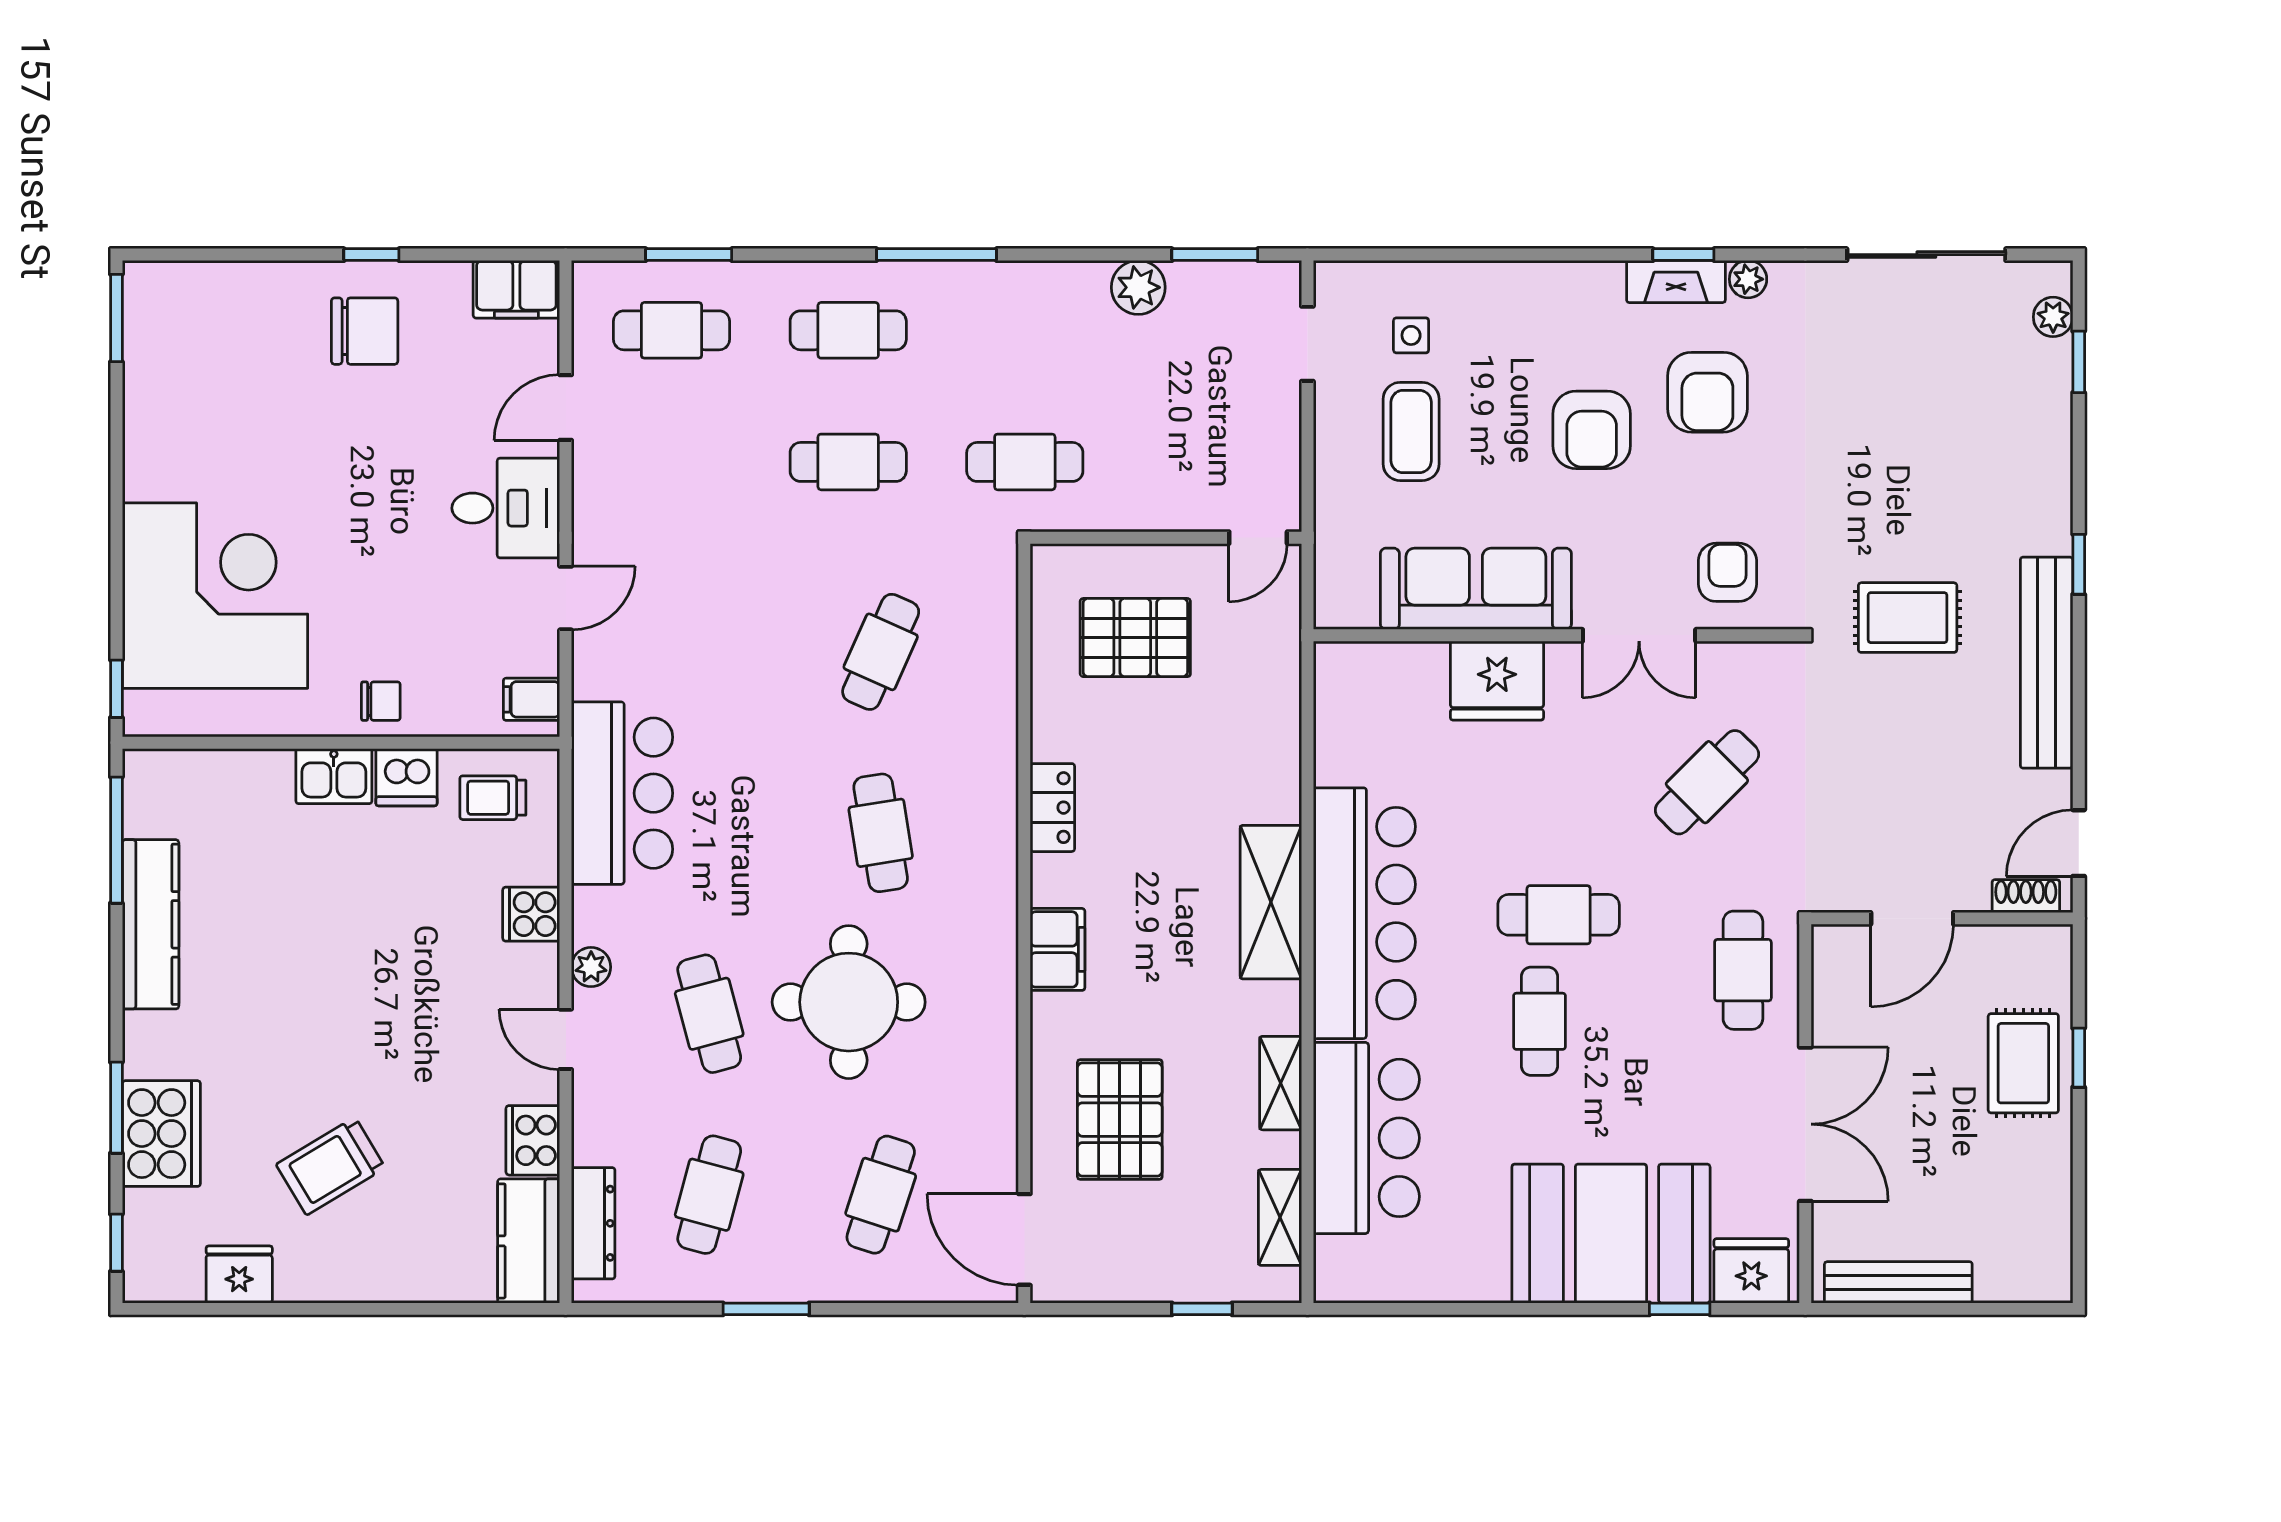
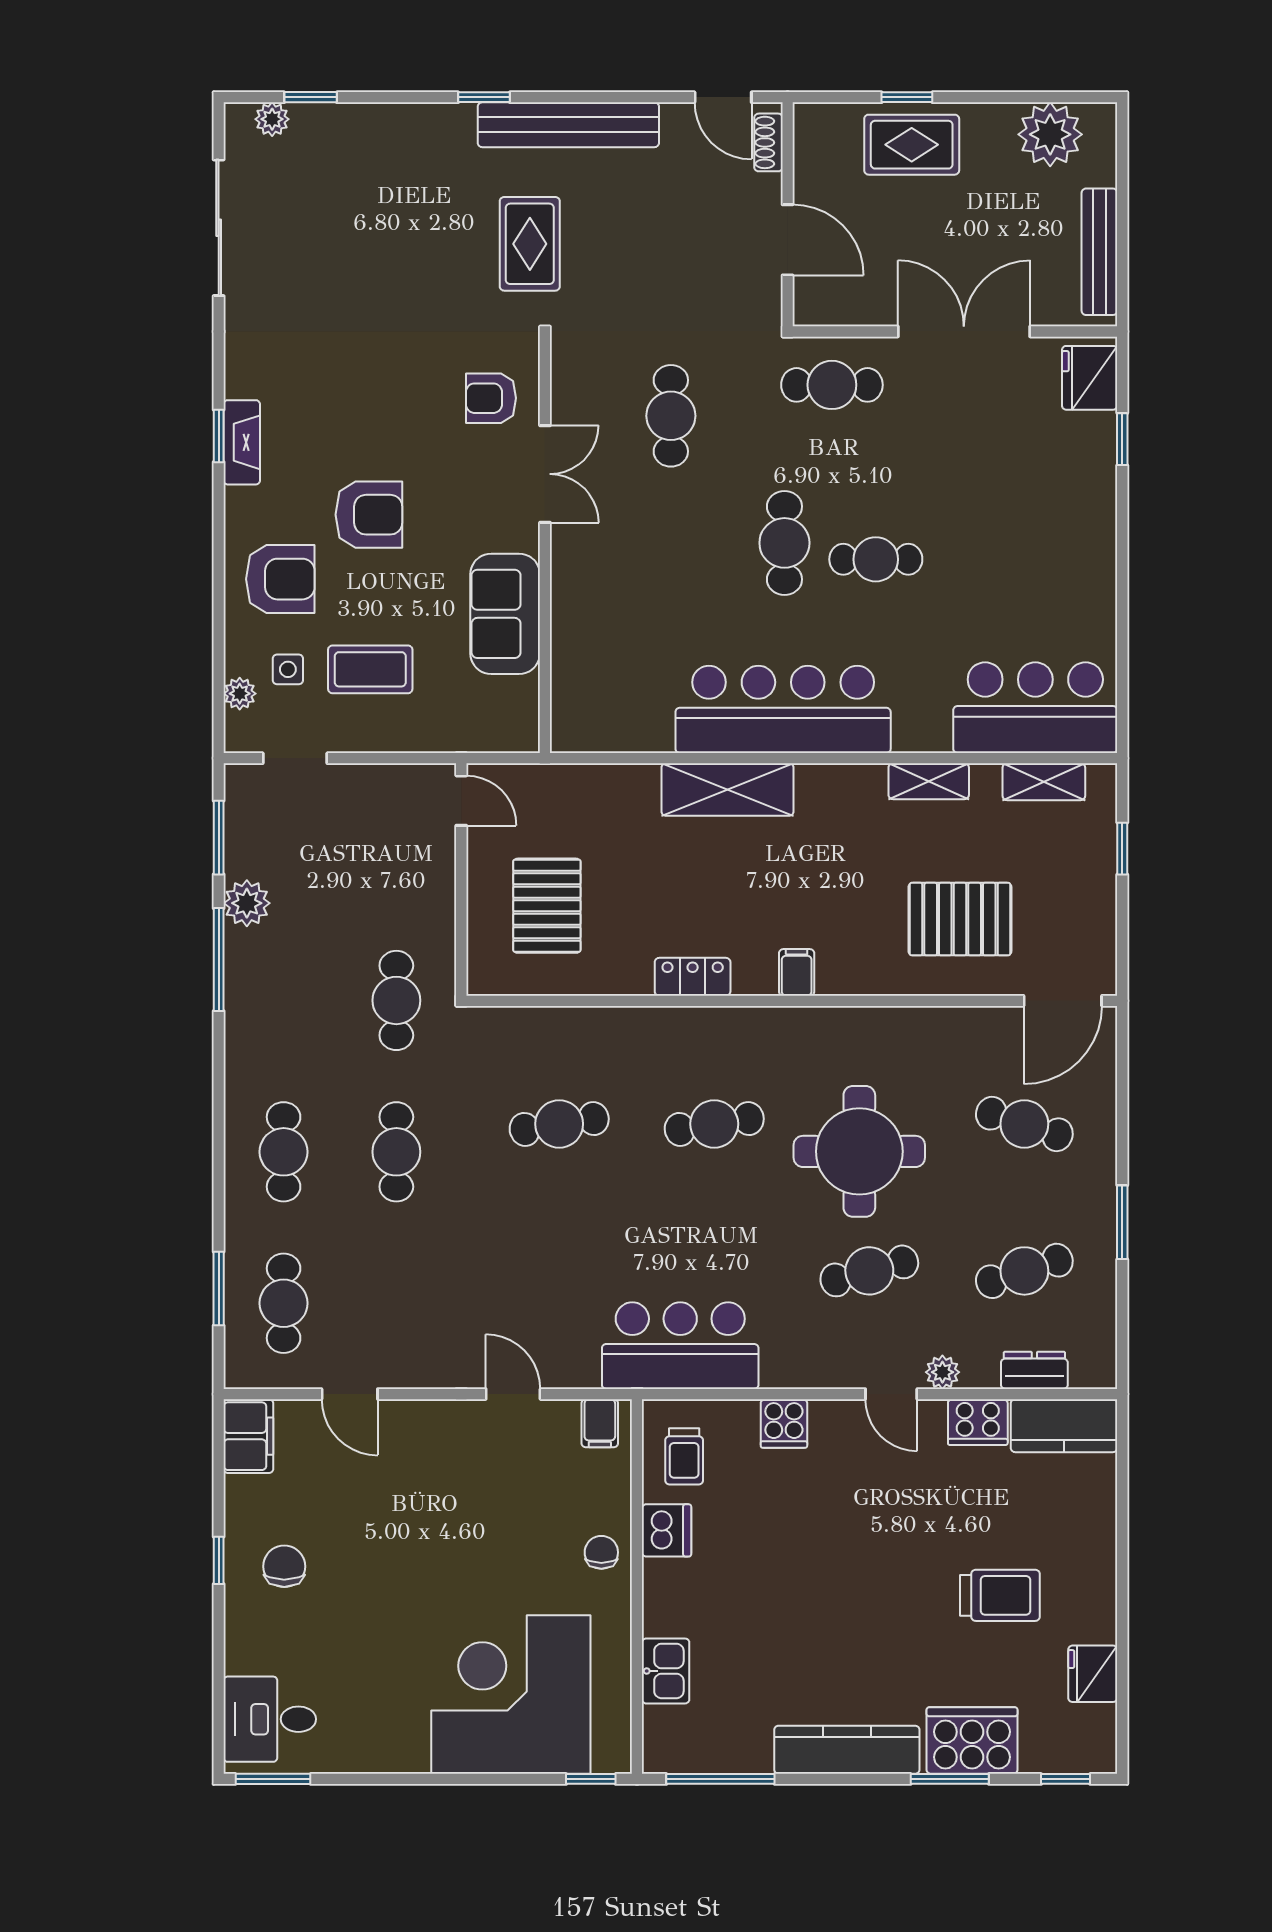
window: (937, 255) -> (219, 960), moved
plant: (1748, 279) -> (240, 694), moved
chair: (365, 331) -> (284, 1566), width x0.73, depth x0.73
armchair: (1707, 392) -> (280, 579), moved
desk: (506, 508) -> (270, 1719), moved, turned -90
sofa: (1476, 589) -> (505, 614), width x0.73
cafe table: (881, 652) -> (559, 1124), turned -33
fridge: (1497, 681) -> (584, 596), removed
kitchen sink: (334, 776) -> (666, 1671), moved
cafe table: (1707, 782) -> (671, 416), turned 45
shelving: (1271, 902) -> (727, 790), moved
kitchen counter: (151, 924) -> (847, 1750), moved
filing cabinet: (1058, 949) -> (797, 972), width x0.50
plant: (591, 967) -> (942, 1372), moved
door: (566, 1039) -> (891, 1394), hinge flipped
bar counter: (1366, 1138) -> (1035, 708), moved
trolley: (331, 1166) -> (1000, 1595), turned -59
cafe table: (709, 1195) -> (1024, 1271), turned -33
dresser: (593, 1223) -> (1034, 1370), width x0.70
plant: (2035, 1225) -> (1050, 134), added
booth: (1611, 1234) -> (1058, 498), removed

